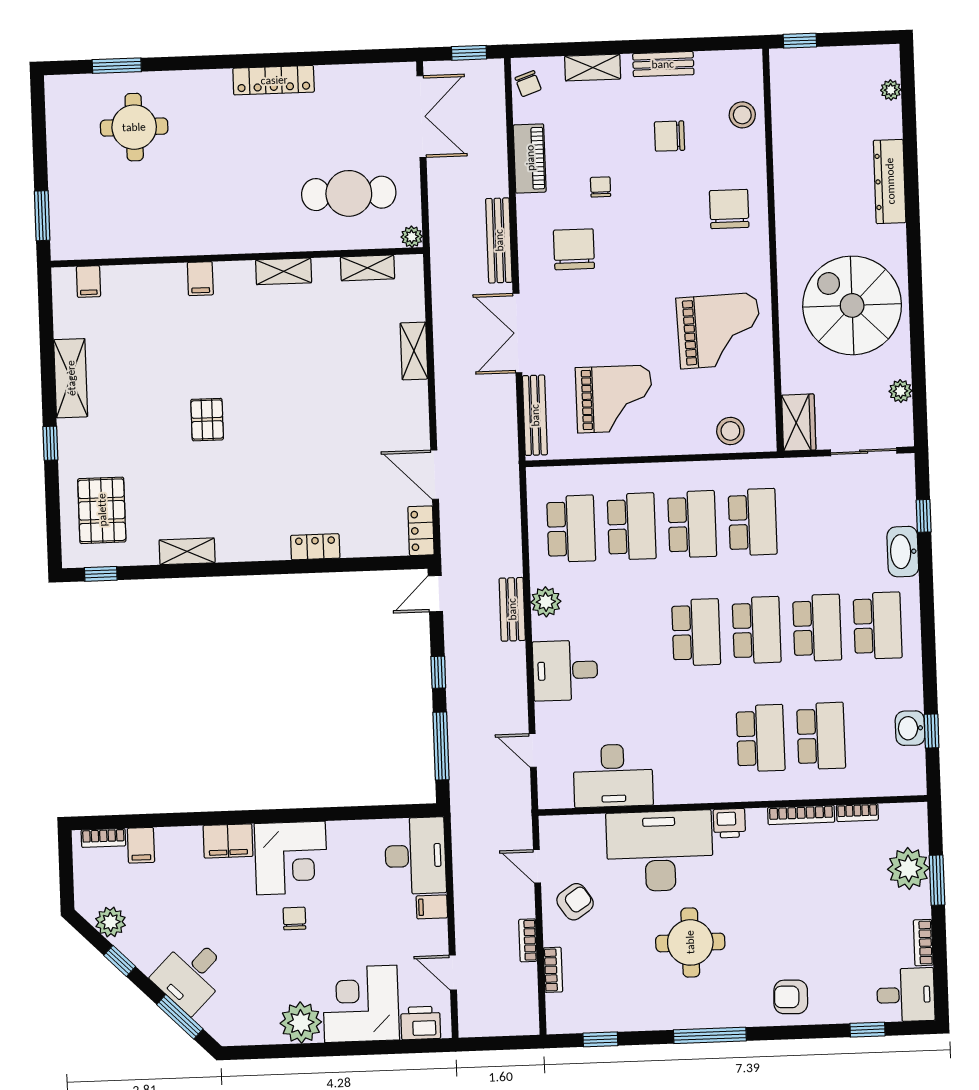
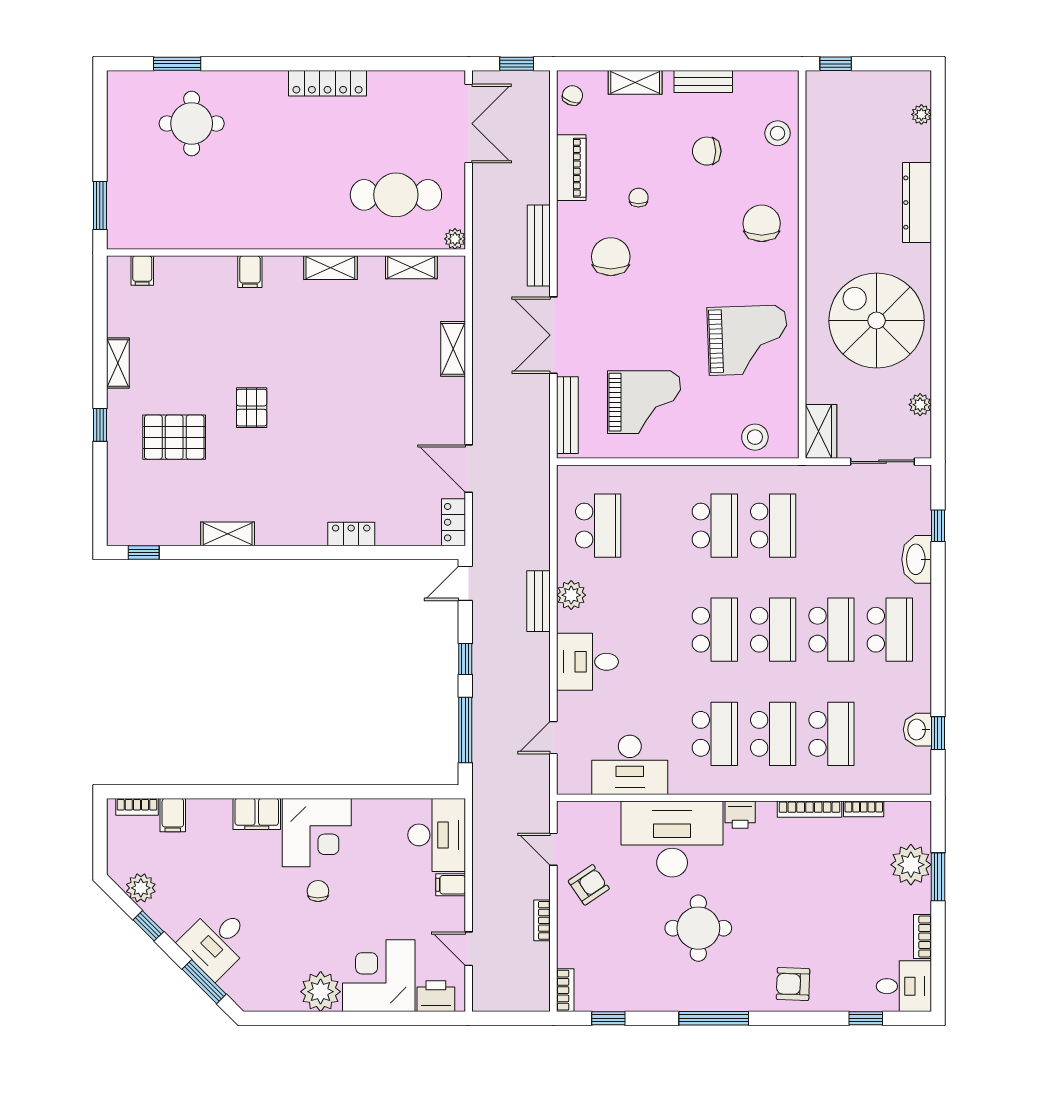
chair: (528, 84) -> (572, 96), turned -140
shelving: (71, 378) -> (118, 363), width x0.67, depth x0.75
pallet: (102, 510) -> (174, 437), moved, turned 90
school desk: (632, 526) -> (715, 734), moved
door: (533, 750) -> (553, 738), hinge flipped
bookcase: (553, 970) -> (565, 990), moved

